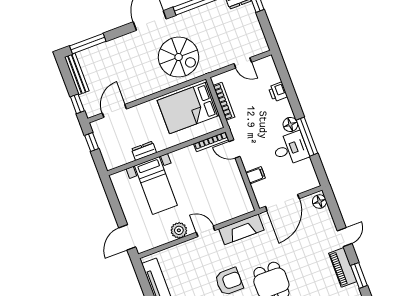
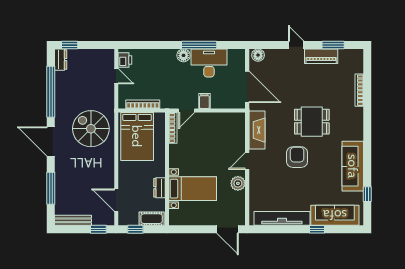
window: (88, 44) -> (51, 188), moved
spiral stairs: (179, 57) -> (91, 129), turned -90
door: (243, 63) -> (116, 76), hinge flipped
printer: (278, 92) -> (125, 60), moved, turned -90
desk: (290, 149) -> (209, 63), width x1.37
cot: (109, 155) -> (152, 219), added
filing cabinet: (255, 175) -> (204, 101), moved

